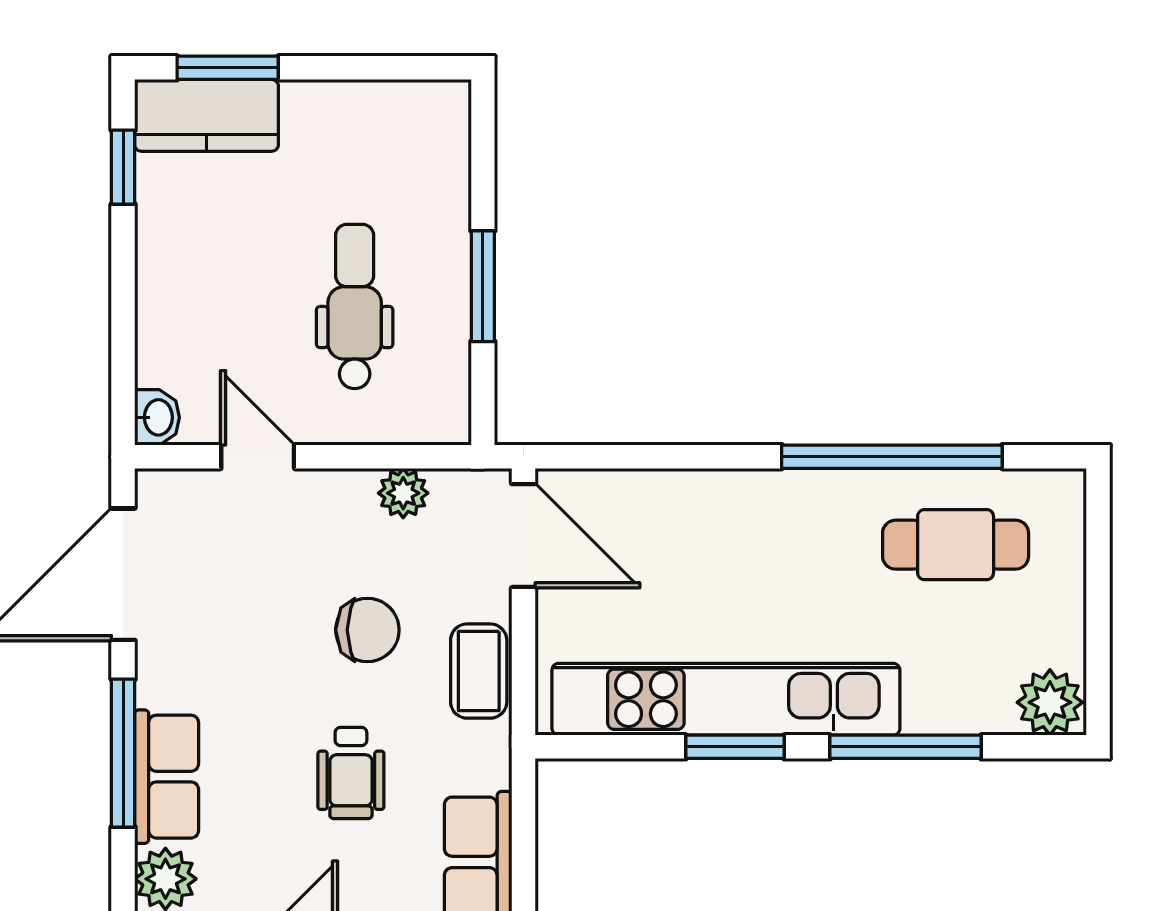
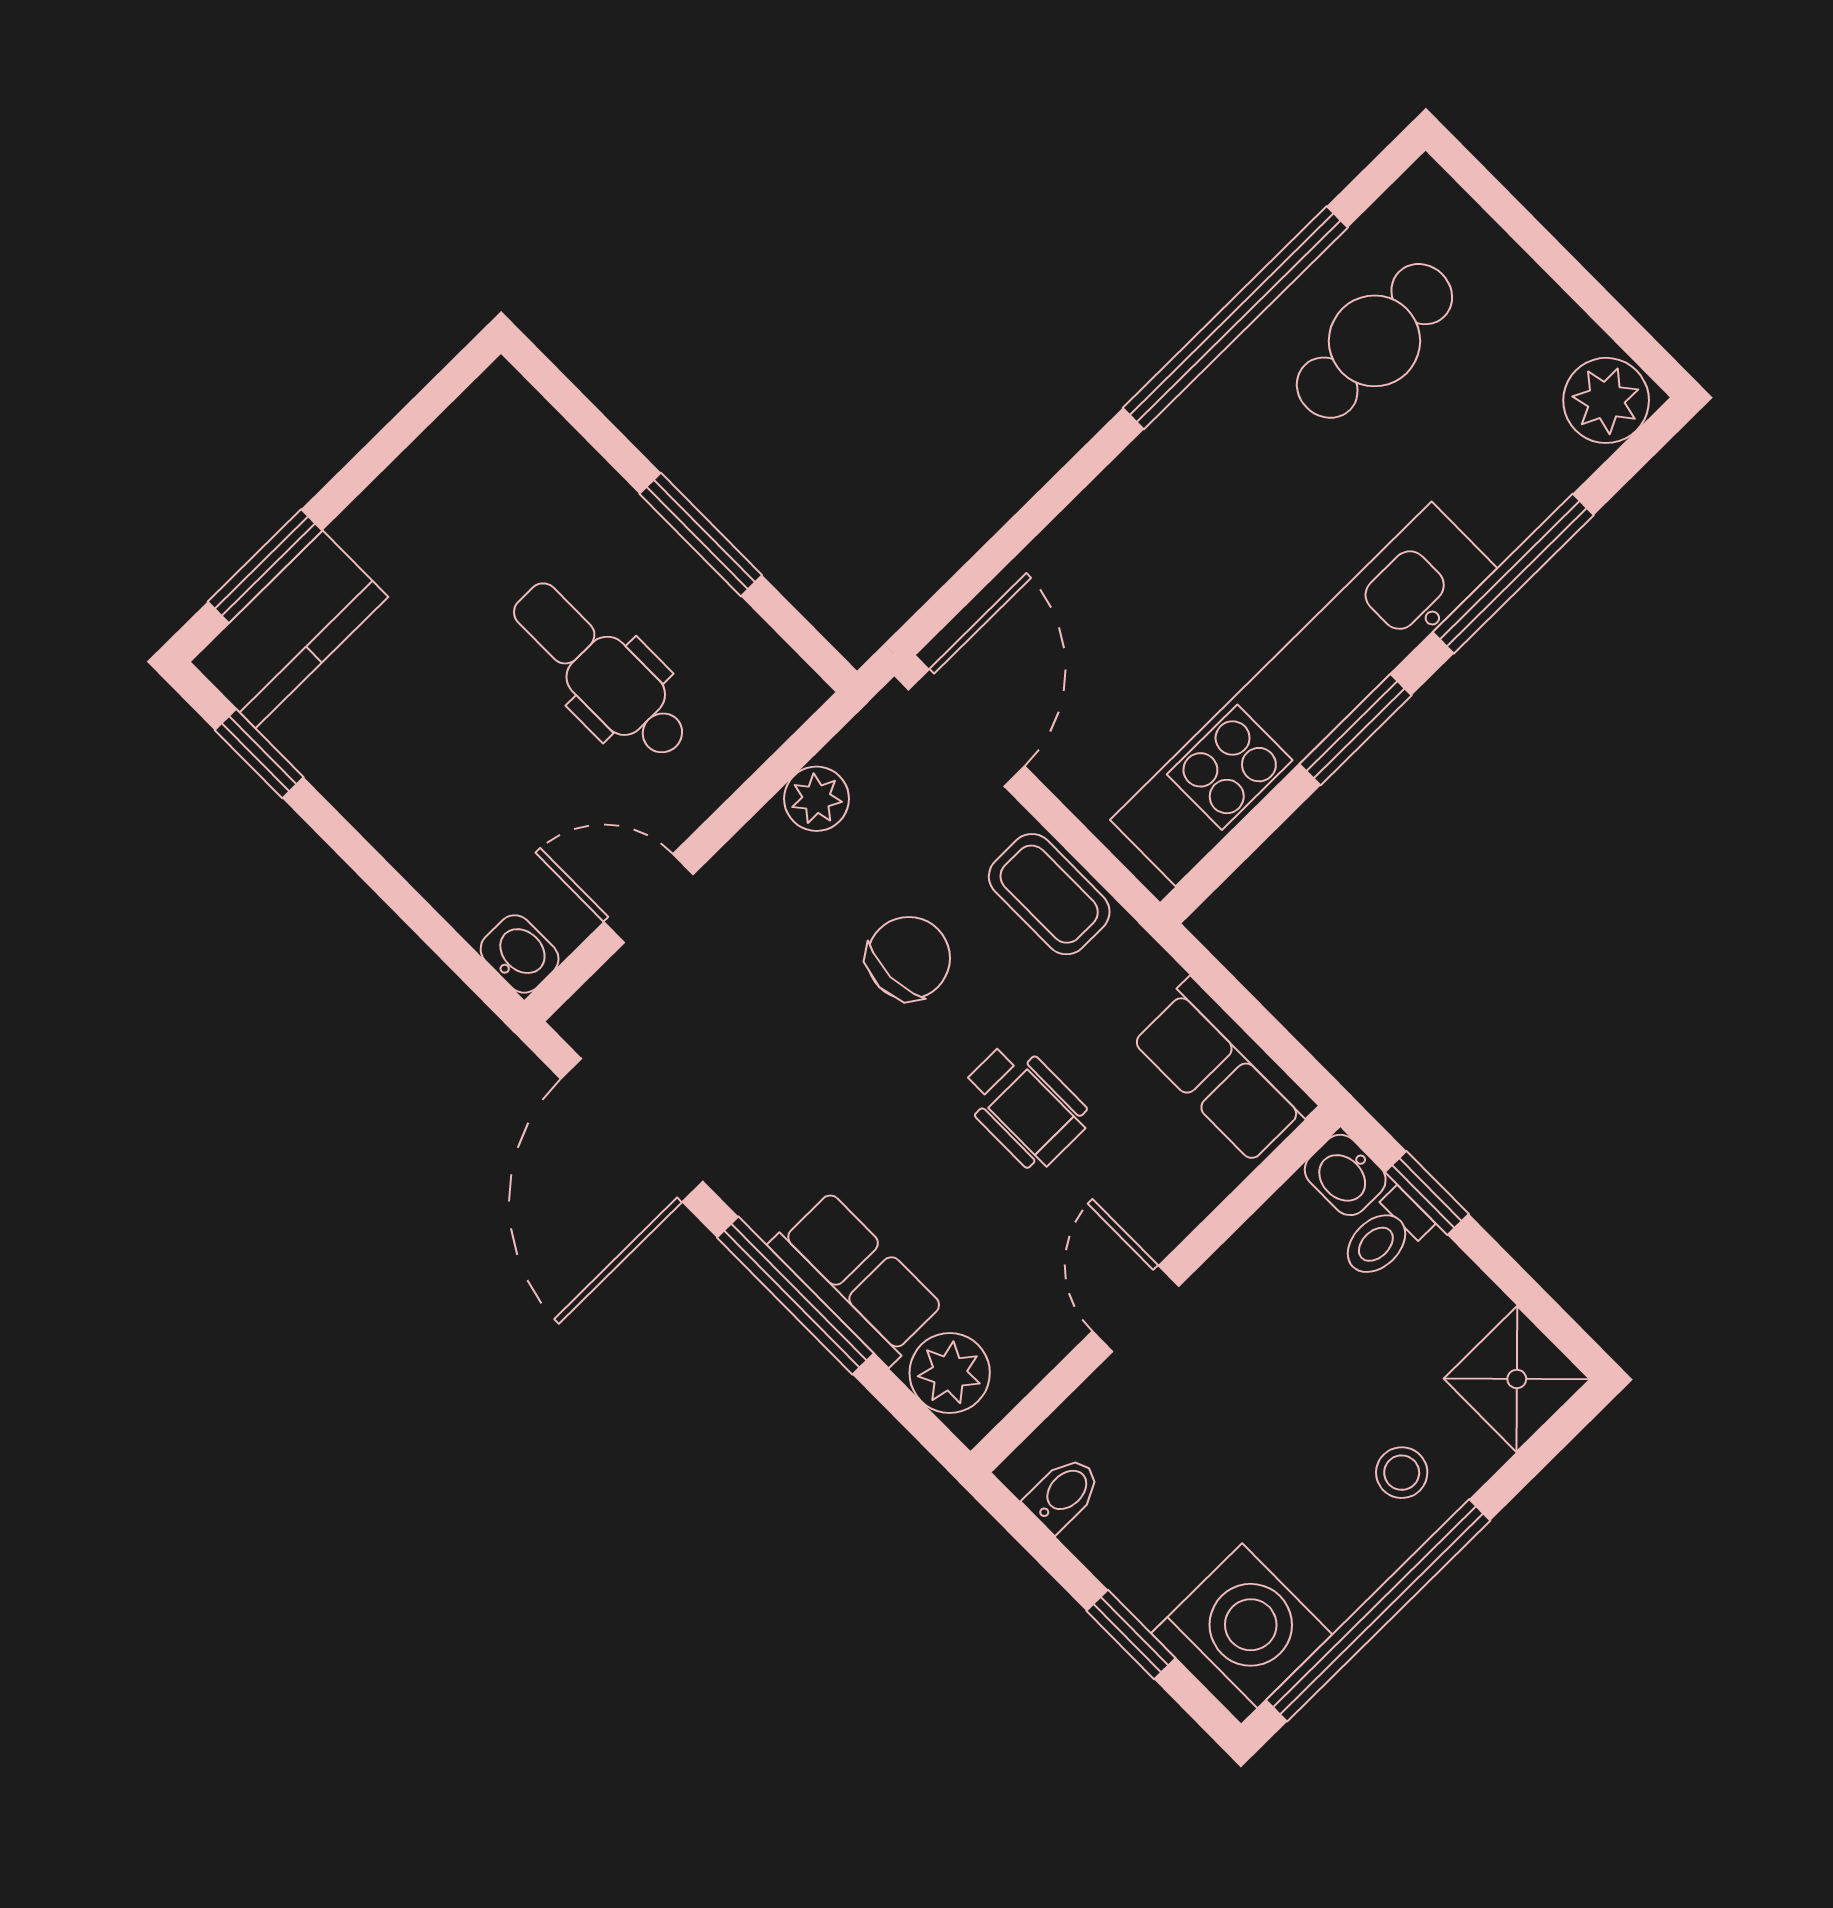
door: (523, 536) -> (967, 728), hinge flipped

